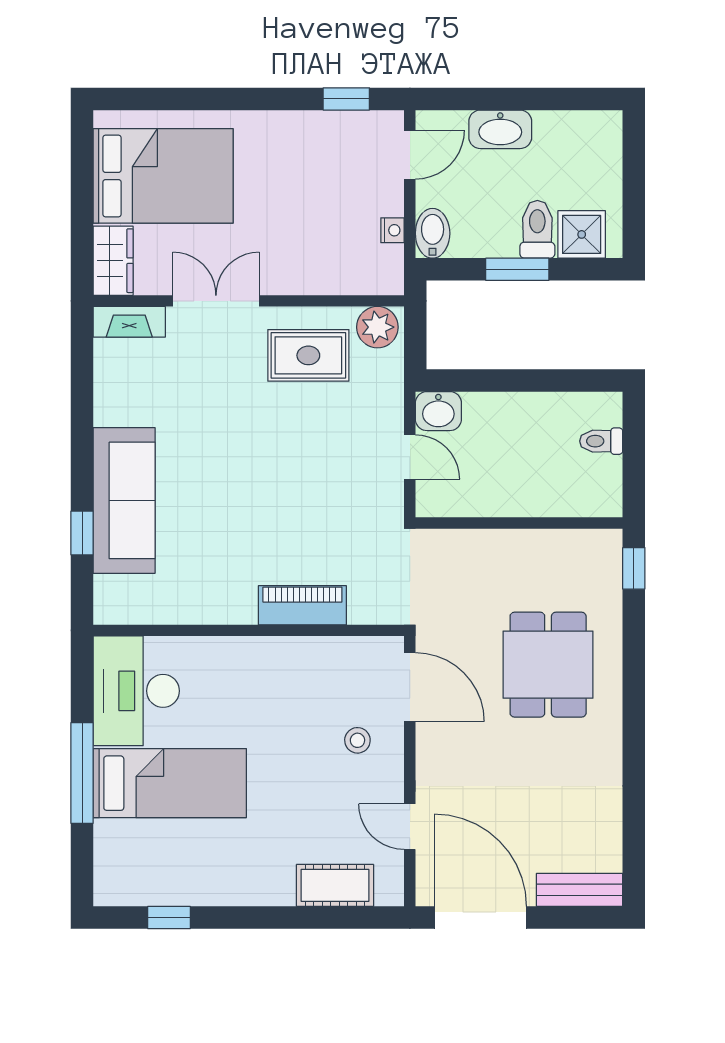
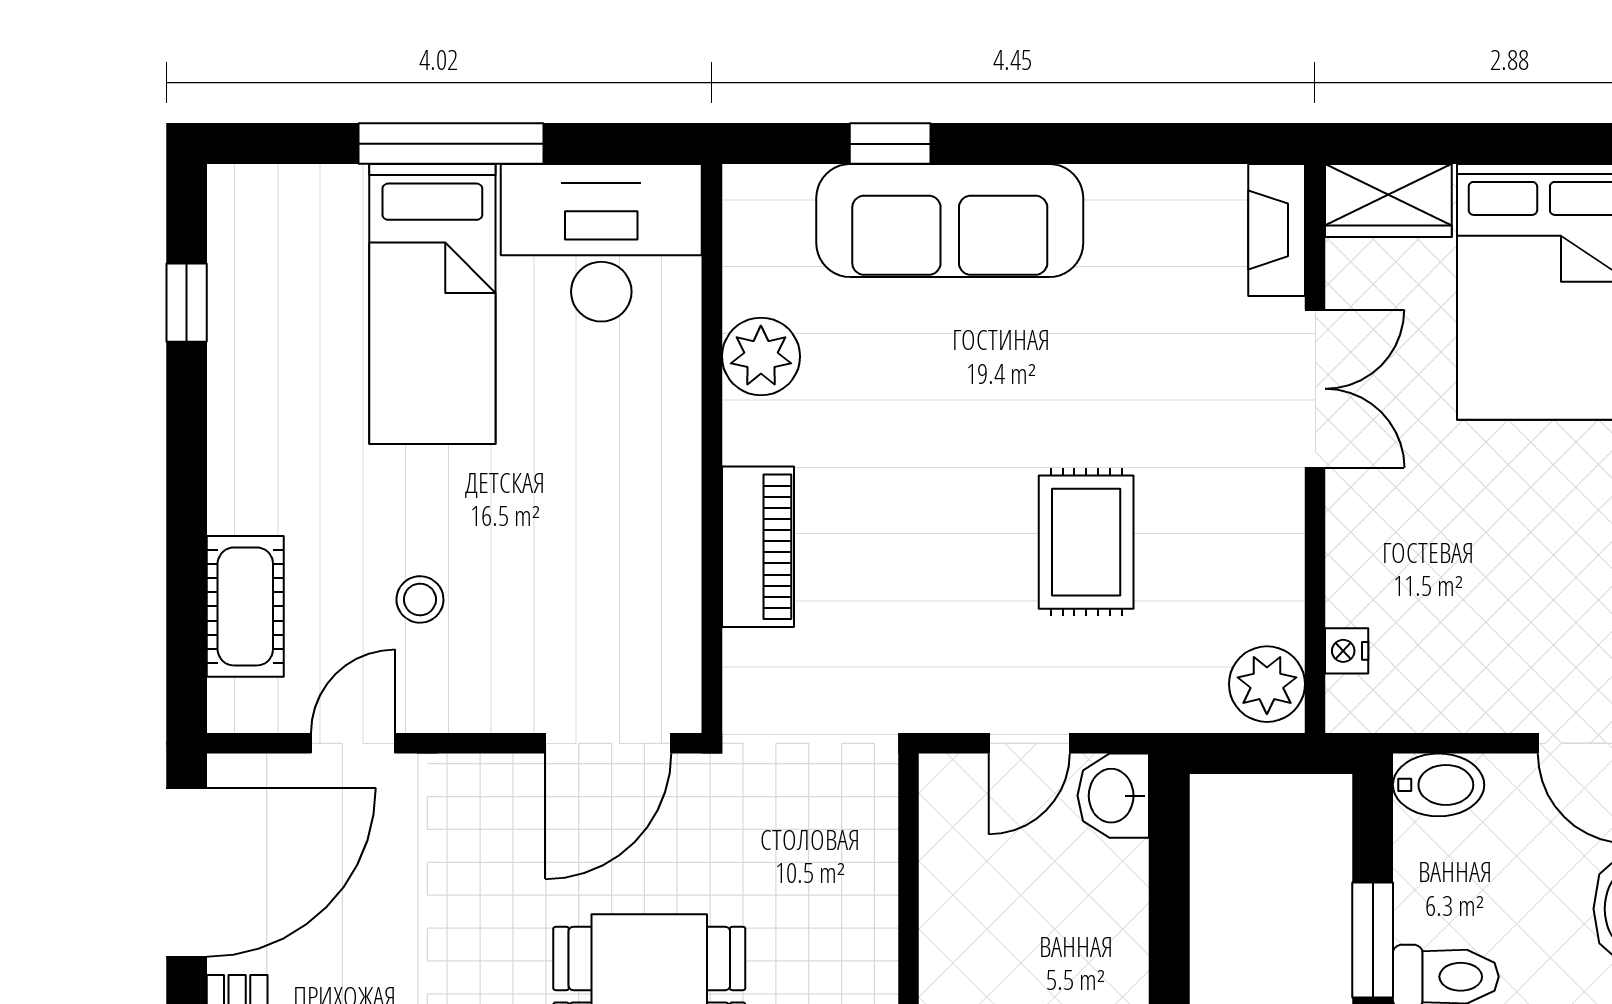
nightstand: (392, 230) -> (1347, 651), moved, turned 90
rug: (308, 355) -> (1086, 542), moved
plant: (198, 604) -> (761, 356), added
stool: (357, 740) -> (420, 599), moved

